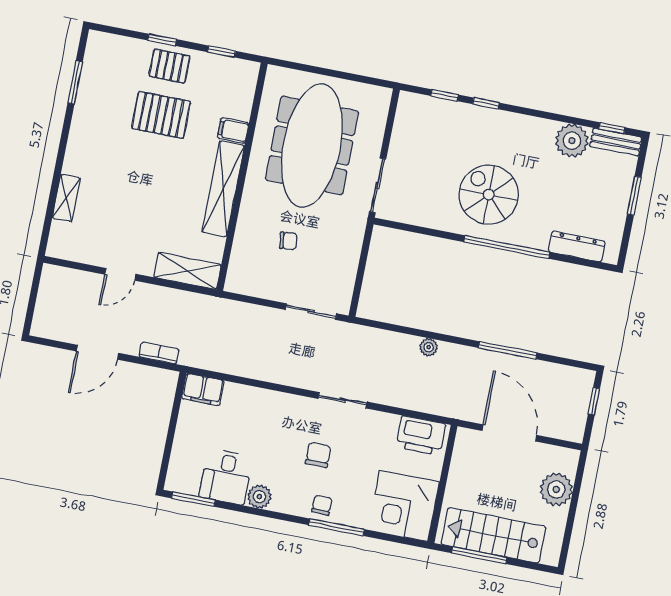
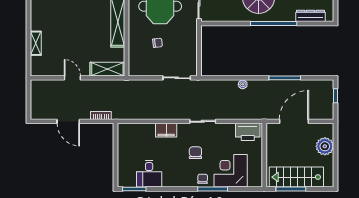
door: (120, 274) -> (72, 78), swing flipped
door: (97, 352) -> (68, 121), hinge flipped
filing cabinet: (203, 389) -> (166, 130), moved
door: (509, 433) -> (294, 121), hinge flipped
plant: (259, 497) -> (169, 181), removed
corner desk: (404, 506) -> (231, 171), moved, turned 90

